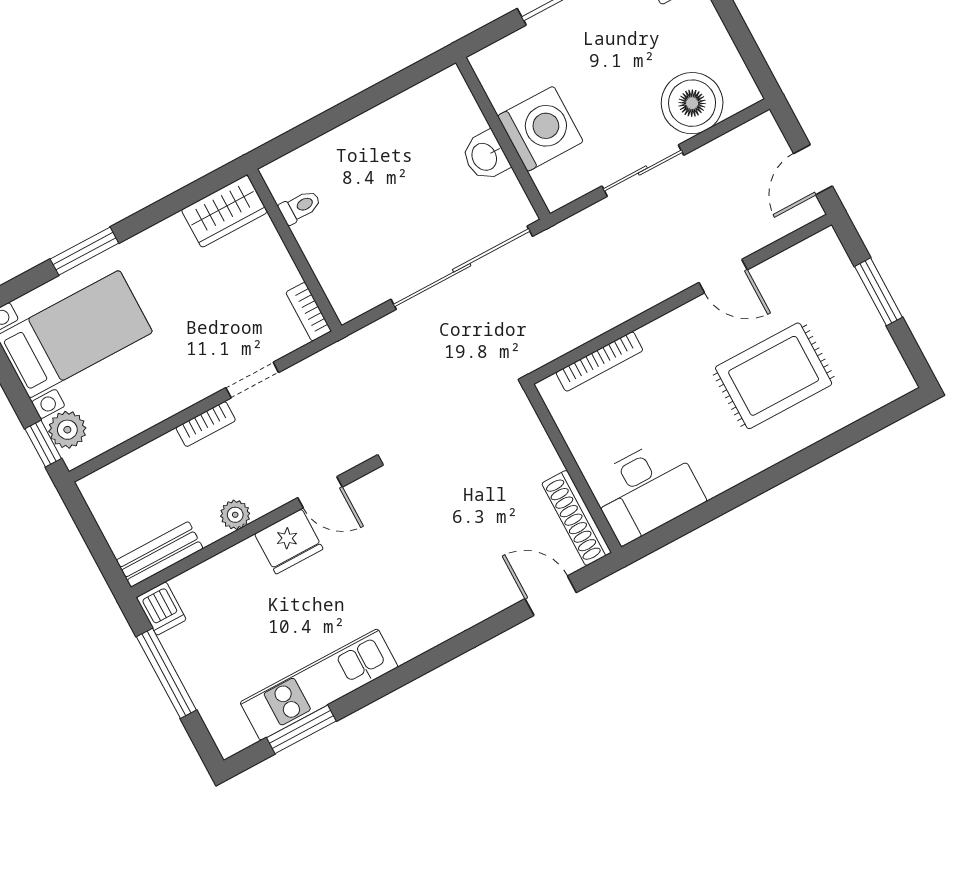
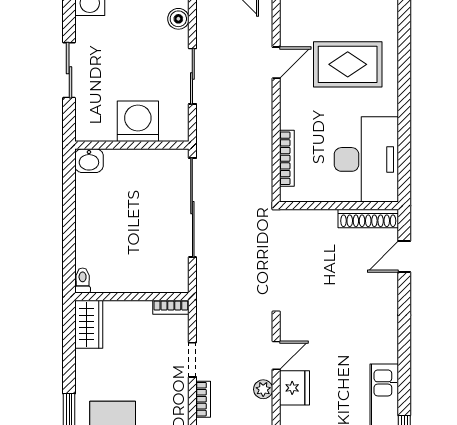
boiler: (692, 103) -> (178, 19), width x0.54, depth x0.54
washbasin: (485, 156) -> (89, 161), moved
toilet: (300, 207) -> (83, 280), moved
rug: (774, 376) -> (348, 64), turned 90
desk: (646, 490) -> (366, 159), width x1.36, depth x1.30
plant: (235, 515) -> (263, 389), moved

